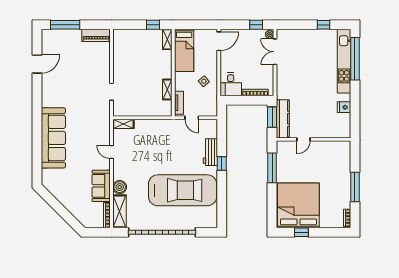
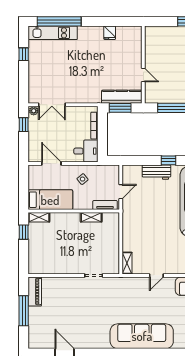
window: (65, 25) -> (24, 311), moved
door: (219, 41) -> (51, 164), moved
kitchen unit: (344, 61) -> (53, 33), width x0.73

